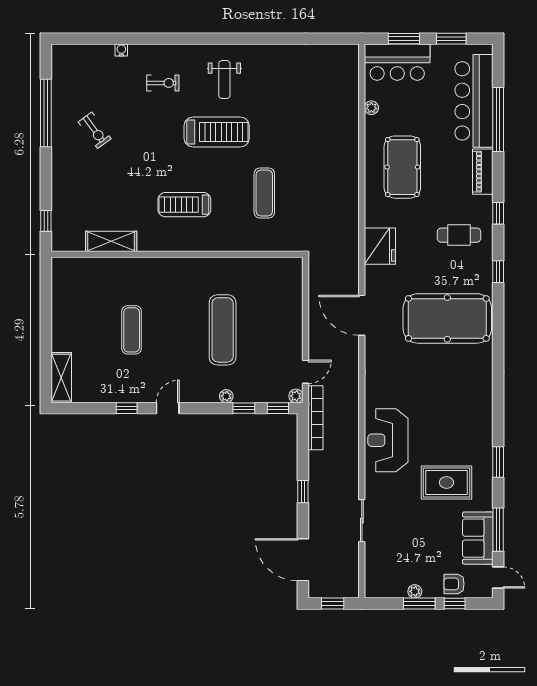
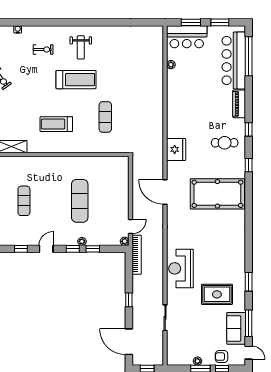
window: (498, 119) -> (249, 56), moved
pool table: (402, 167) -> (190, 101), removed
window: (278, 408) -> (73, 249), moved

